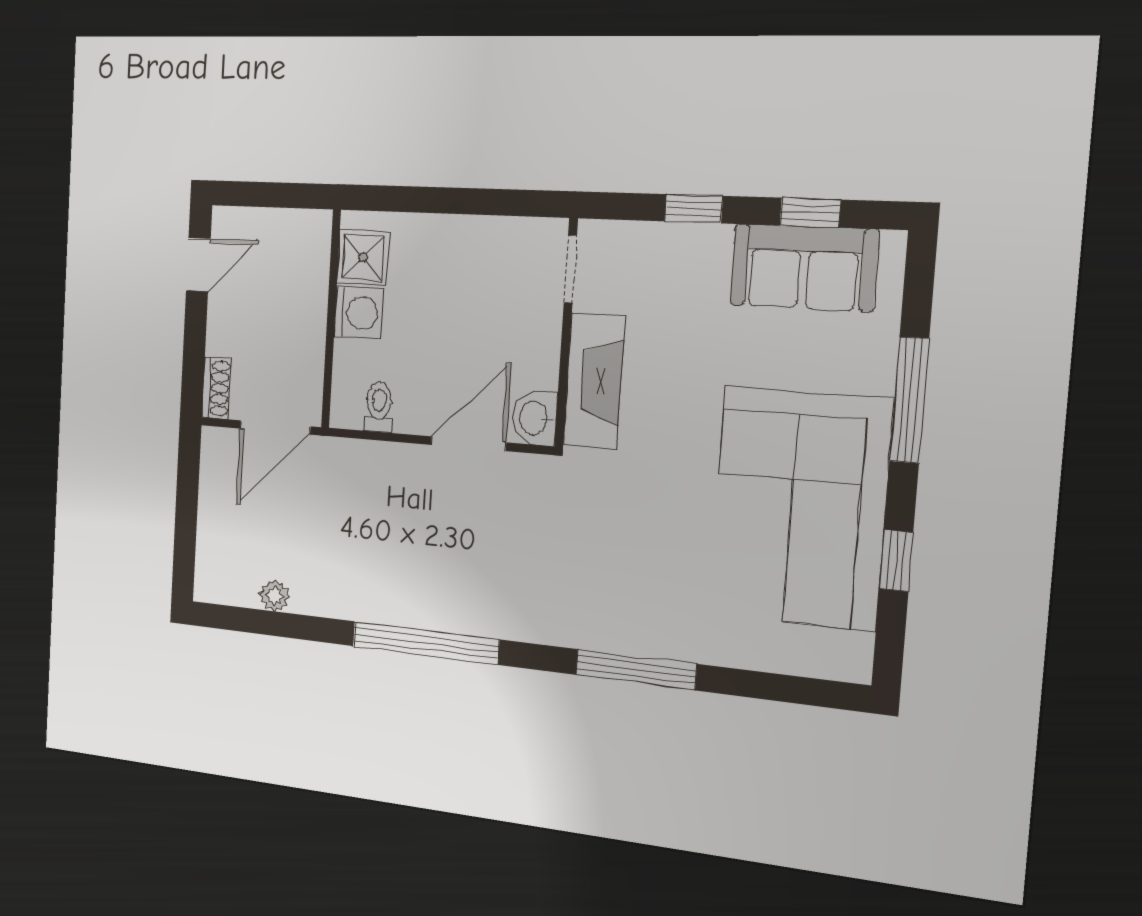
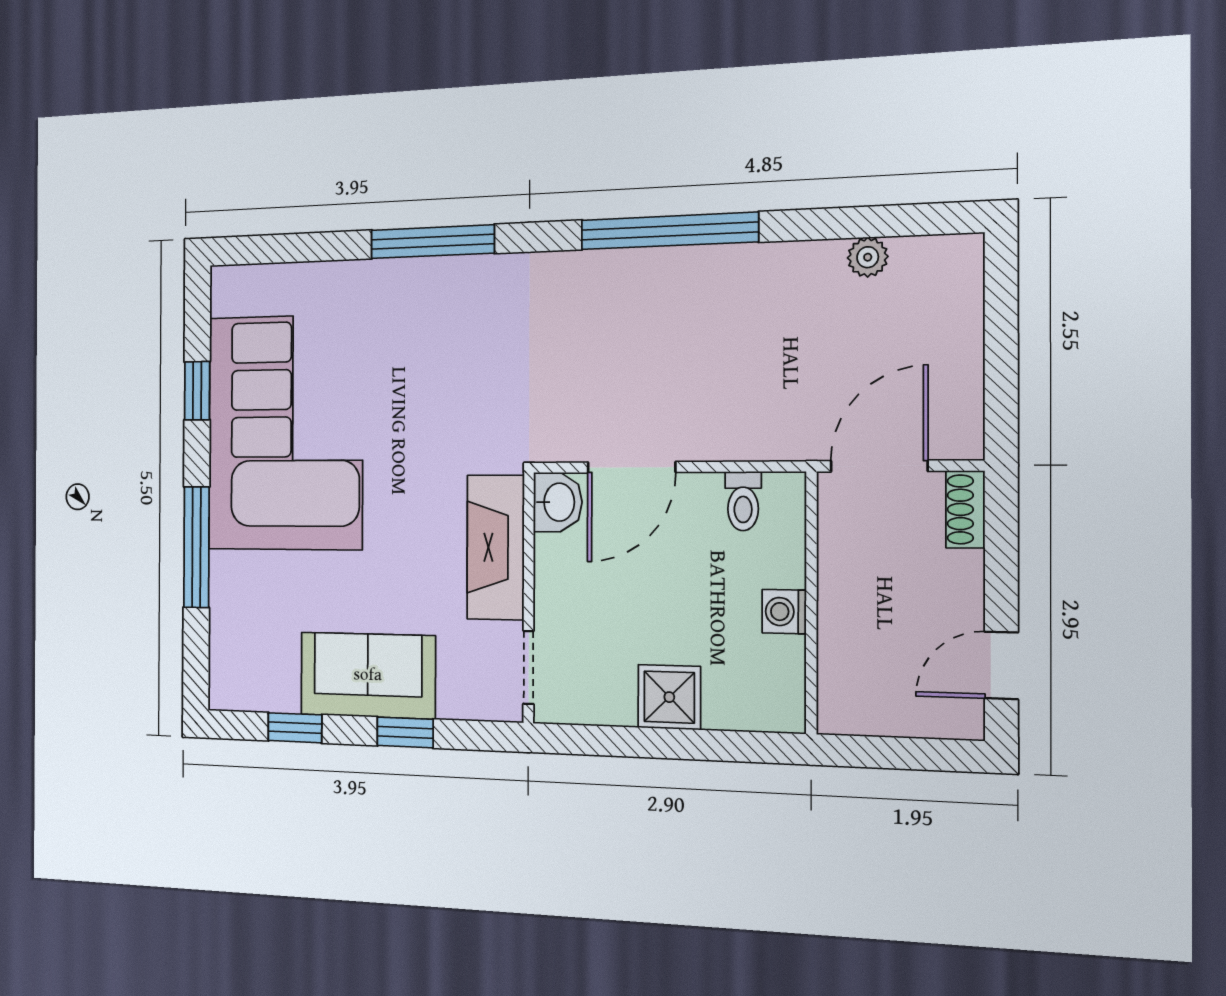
shower: (363, 257) -> (669, 697), moved
sofa: (804, 268) -> (368, 675), moved
washing machine: (358, 313) -> (784, 612), width x0.73, depth x0.73

